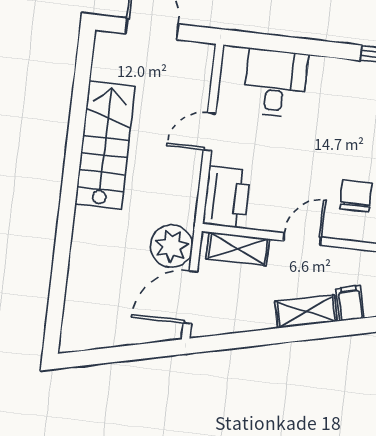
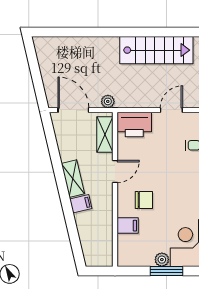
door: (210, 132) -> (171, 110), hinge flipped
door: (302, 239) -> (115, 172), hinge flipped
plant: (171, 246) -> (108, 101), width x0.53, depth x0.53

